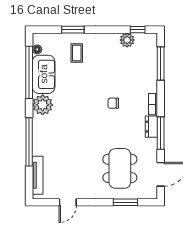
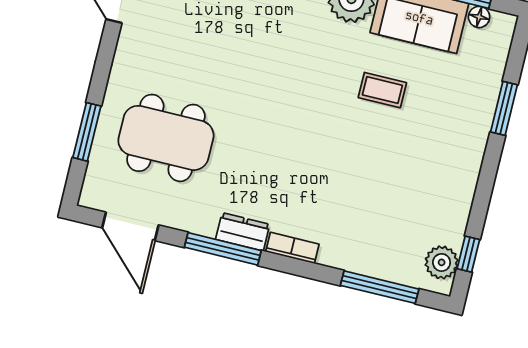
plant: (127, 40) -> (442, 262), moved
coffee table: (77, 53) -> (382, 90), moved
chair: (113, 103) -> (316, 159), removed

